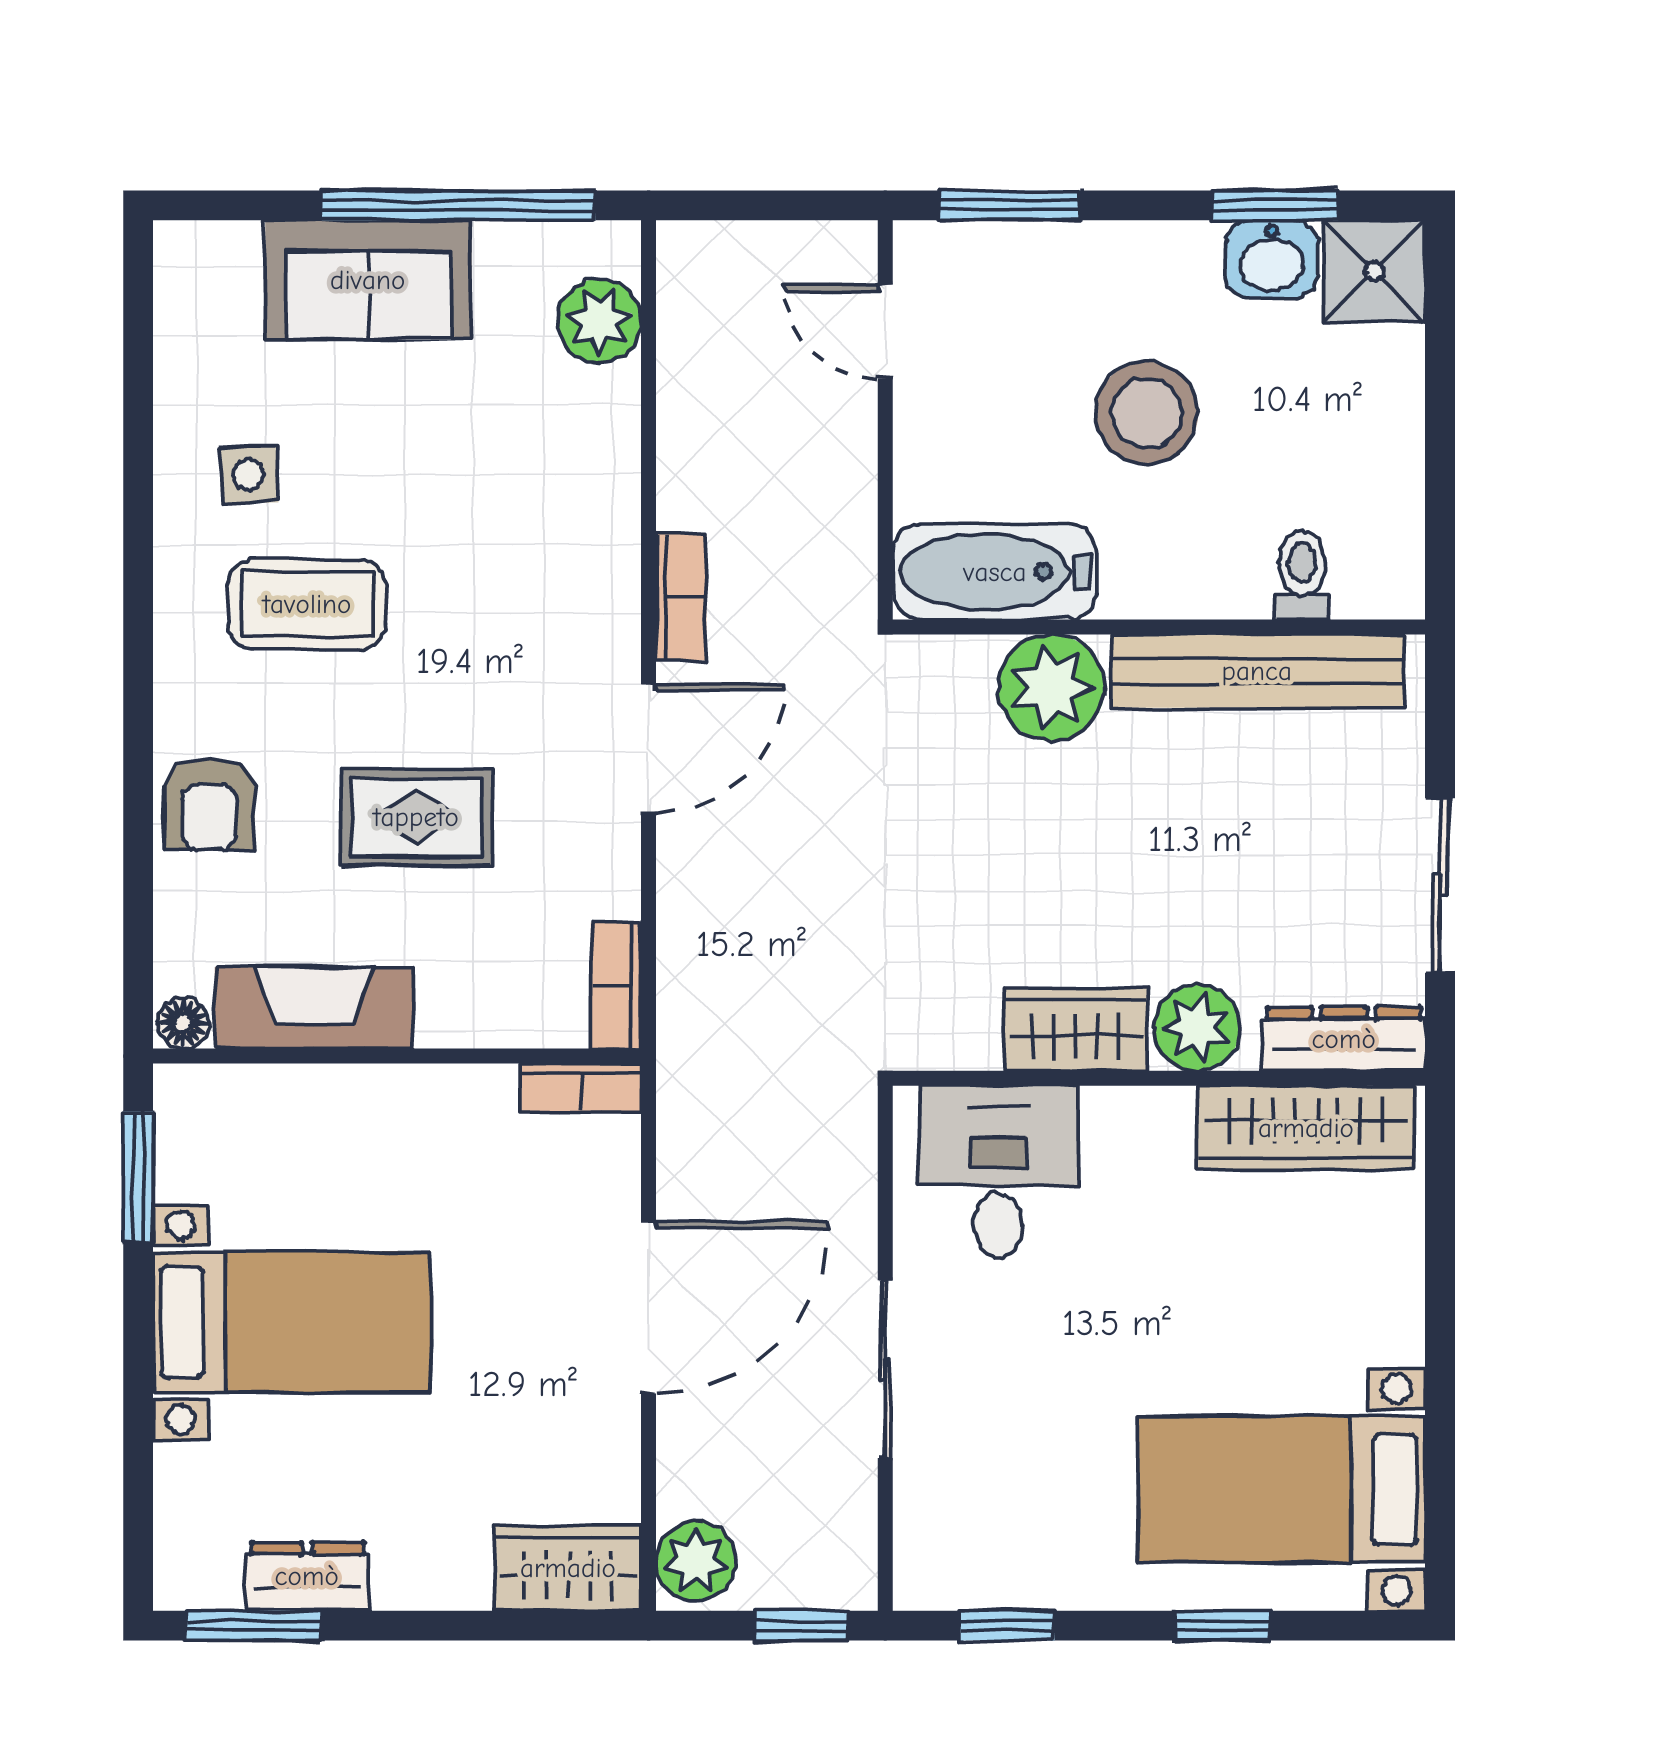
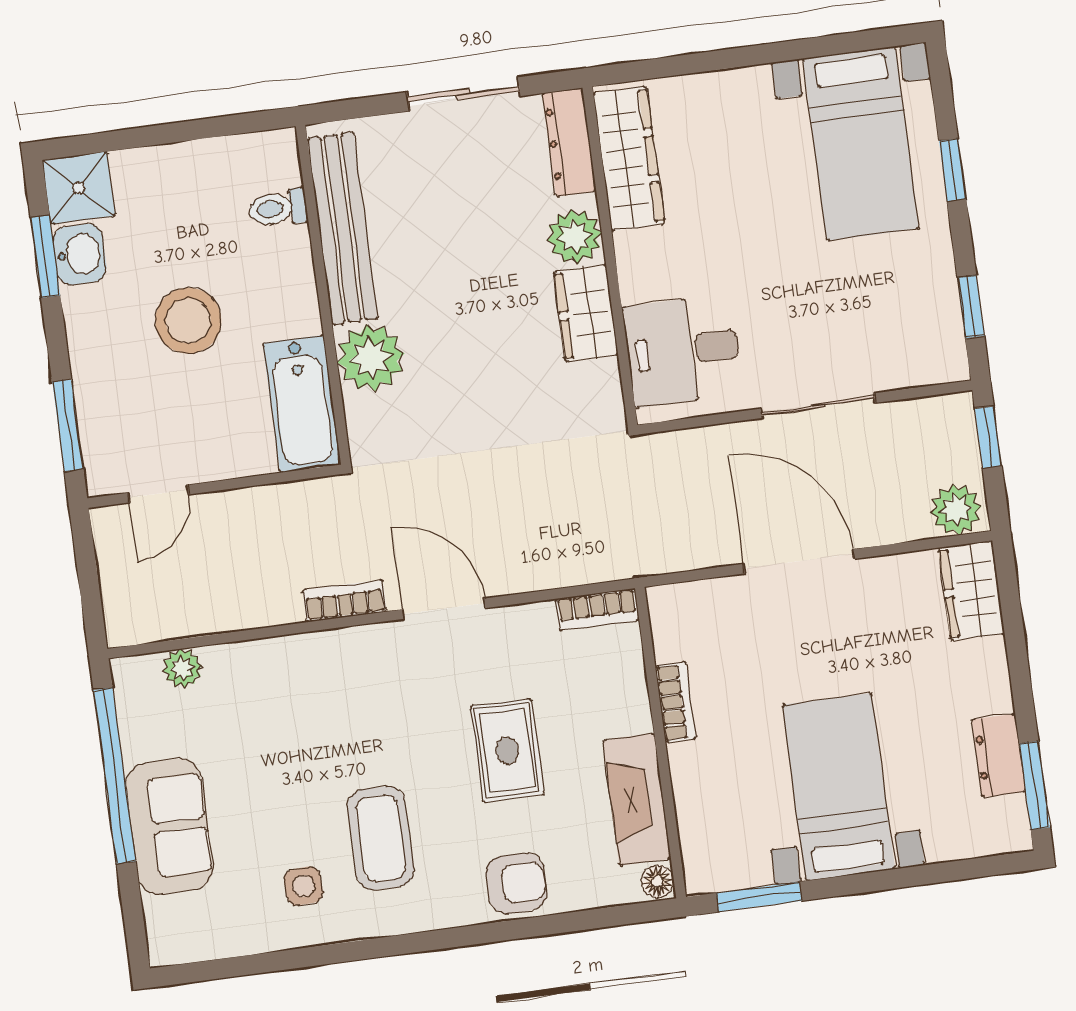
plant: (599, 321) -> (182, 668), width x0.73, depth x0.73
bookcase: (580, 1088) -> (676, 702), moved

